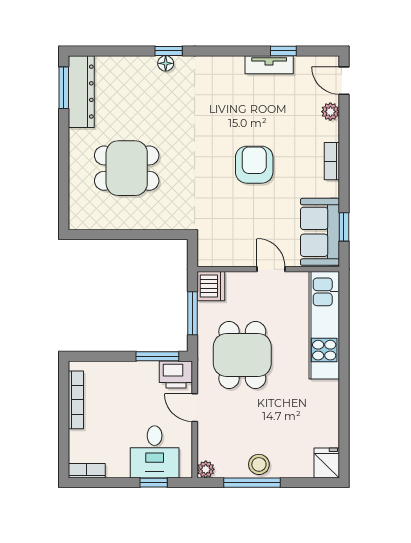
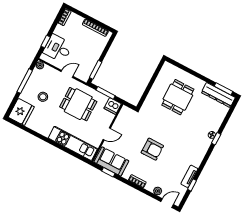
printer: (176, 375) -> (84, 73), removed
fridge: (327, 463) -> (21, 112), width x1.88, depth x1.34
stool: (259, 464) -> (43, 97), moved

